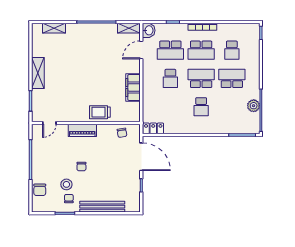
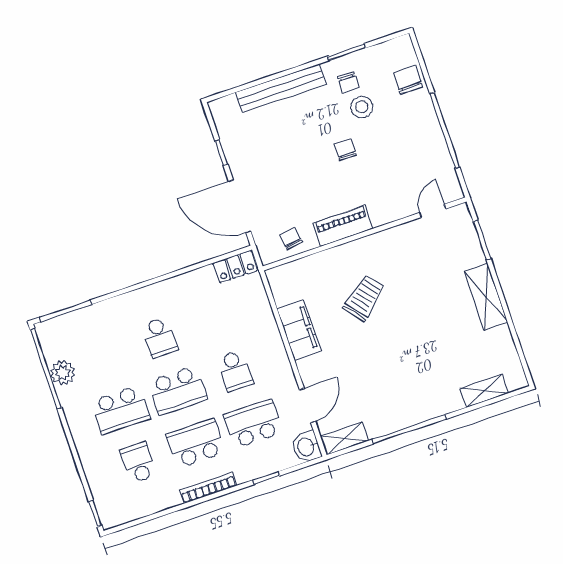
school desk: (170, 78) -> (235, 371), turned 180
school desk: (201, 107) -> (160, 337), turned 180
trolley: (100, 112) -> (364, 298), moved, turned -39
piano: (82, 130) -> (343, 226), moved

